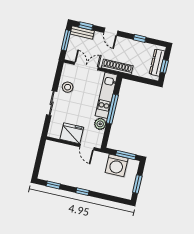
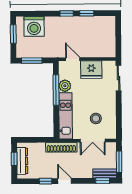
door: (111, 32) -> (65, 181), moved
stool: (68, 87) -> (96, 118), moved
sliding door: (52, 103) -> (119, 78), moved
window: (112, 109) -> (56, 90), moved
washing machine: (117, 165) -> (34, 26), moved, turned 180
window: (53, 185) -> (87, 13), moved

